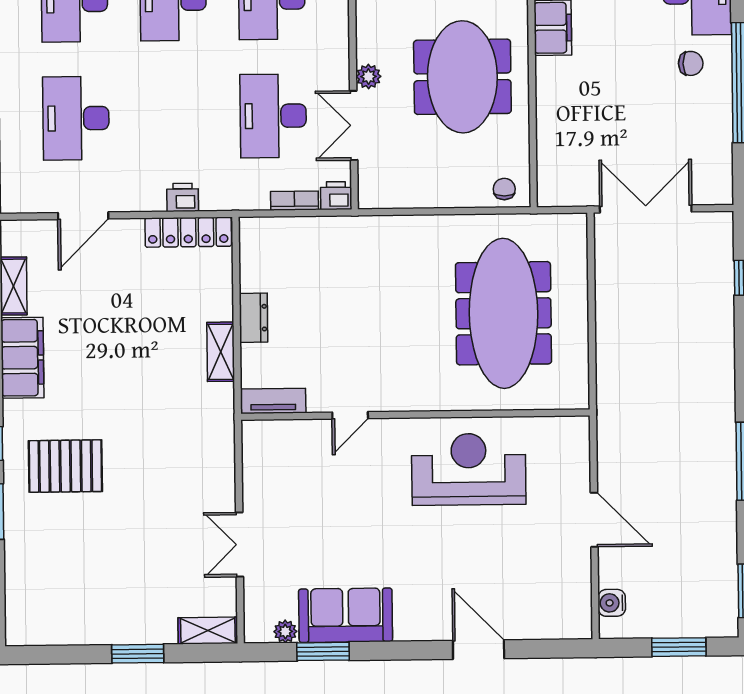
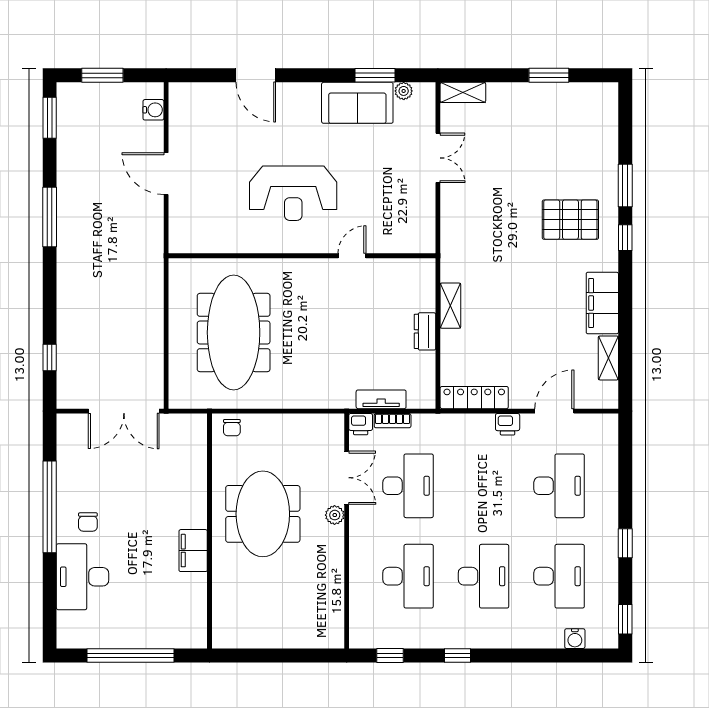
chair: (691, 63) -> (88, 522), turned -90
printer: (183, 197) -> (508, 424), moved
tv unit: (273, 401) -> (381, 399), moved, turned 180
reception desk: (469, 469) -> (293, 193), moved
window: (138, 654) -> (549, 75), moved

